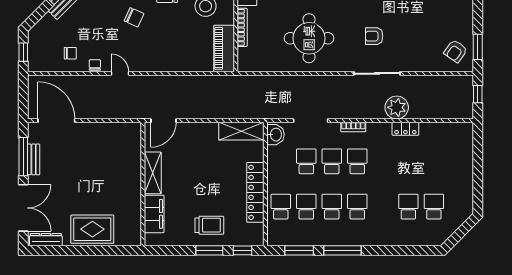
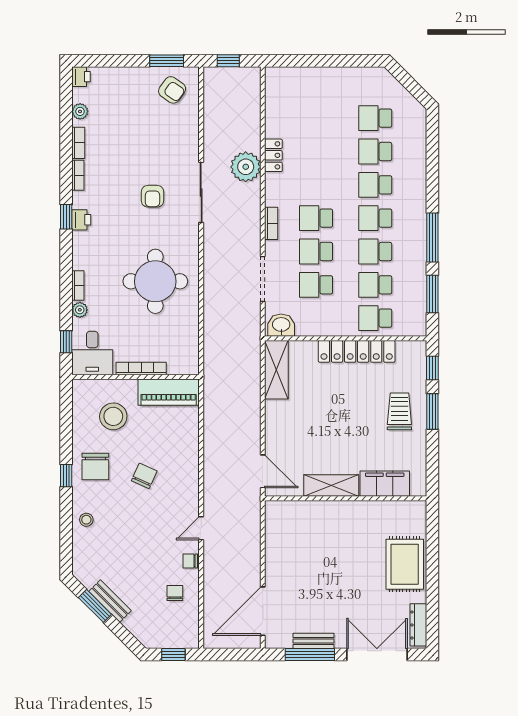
chair: (134, 17) -> (144, 476), moved
school desk: (383, 207) -> (375, 185), added

